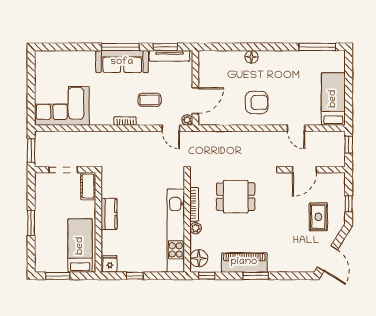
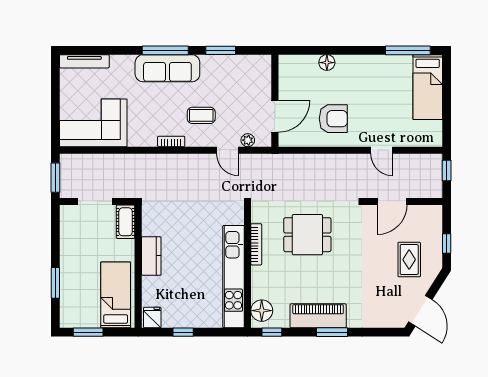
tv unit: (170, 56) -> (84, 61), moved
wall: (195, 88) -> (275, 101), moved
bed: (333, 99) -> (428, 87), moved, turned 180
door: (195, 101) -> (275, 116), moved
window: (31, 223) -> (55, 283), moved
plant: (196, 228) -> (258, 274), removed

